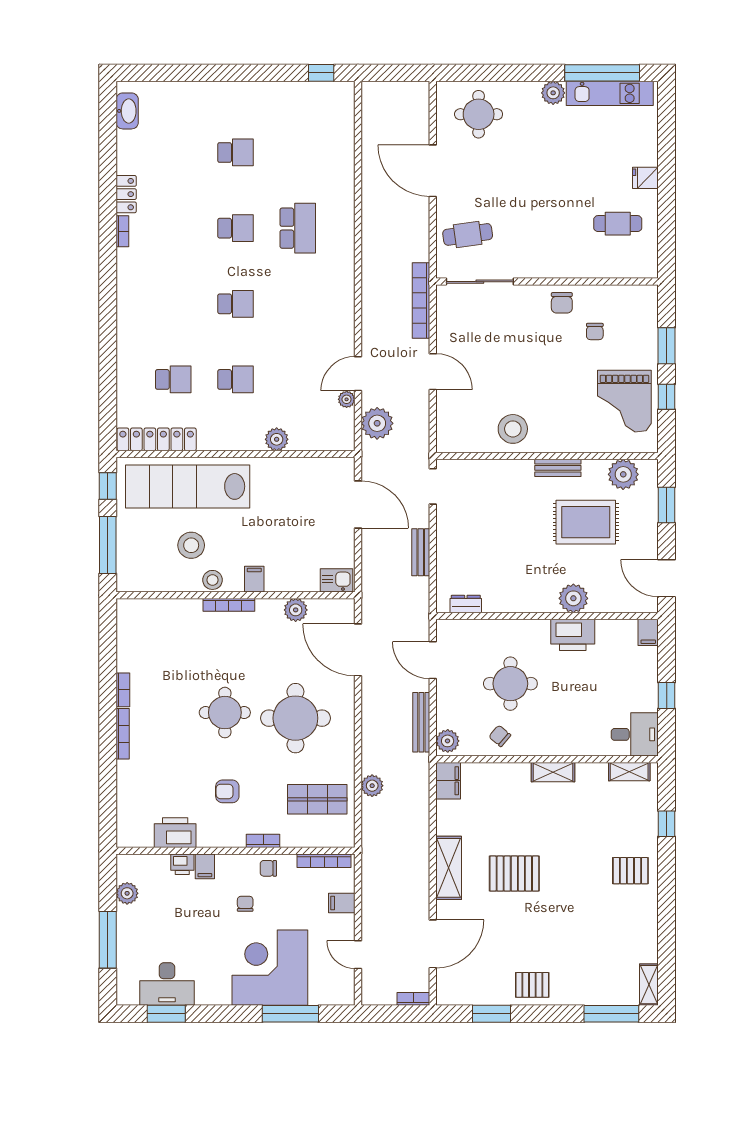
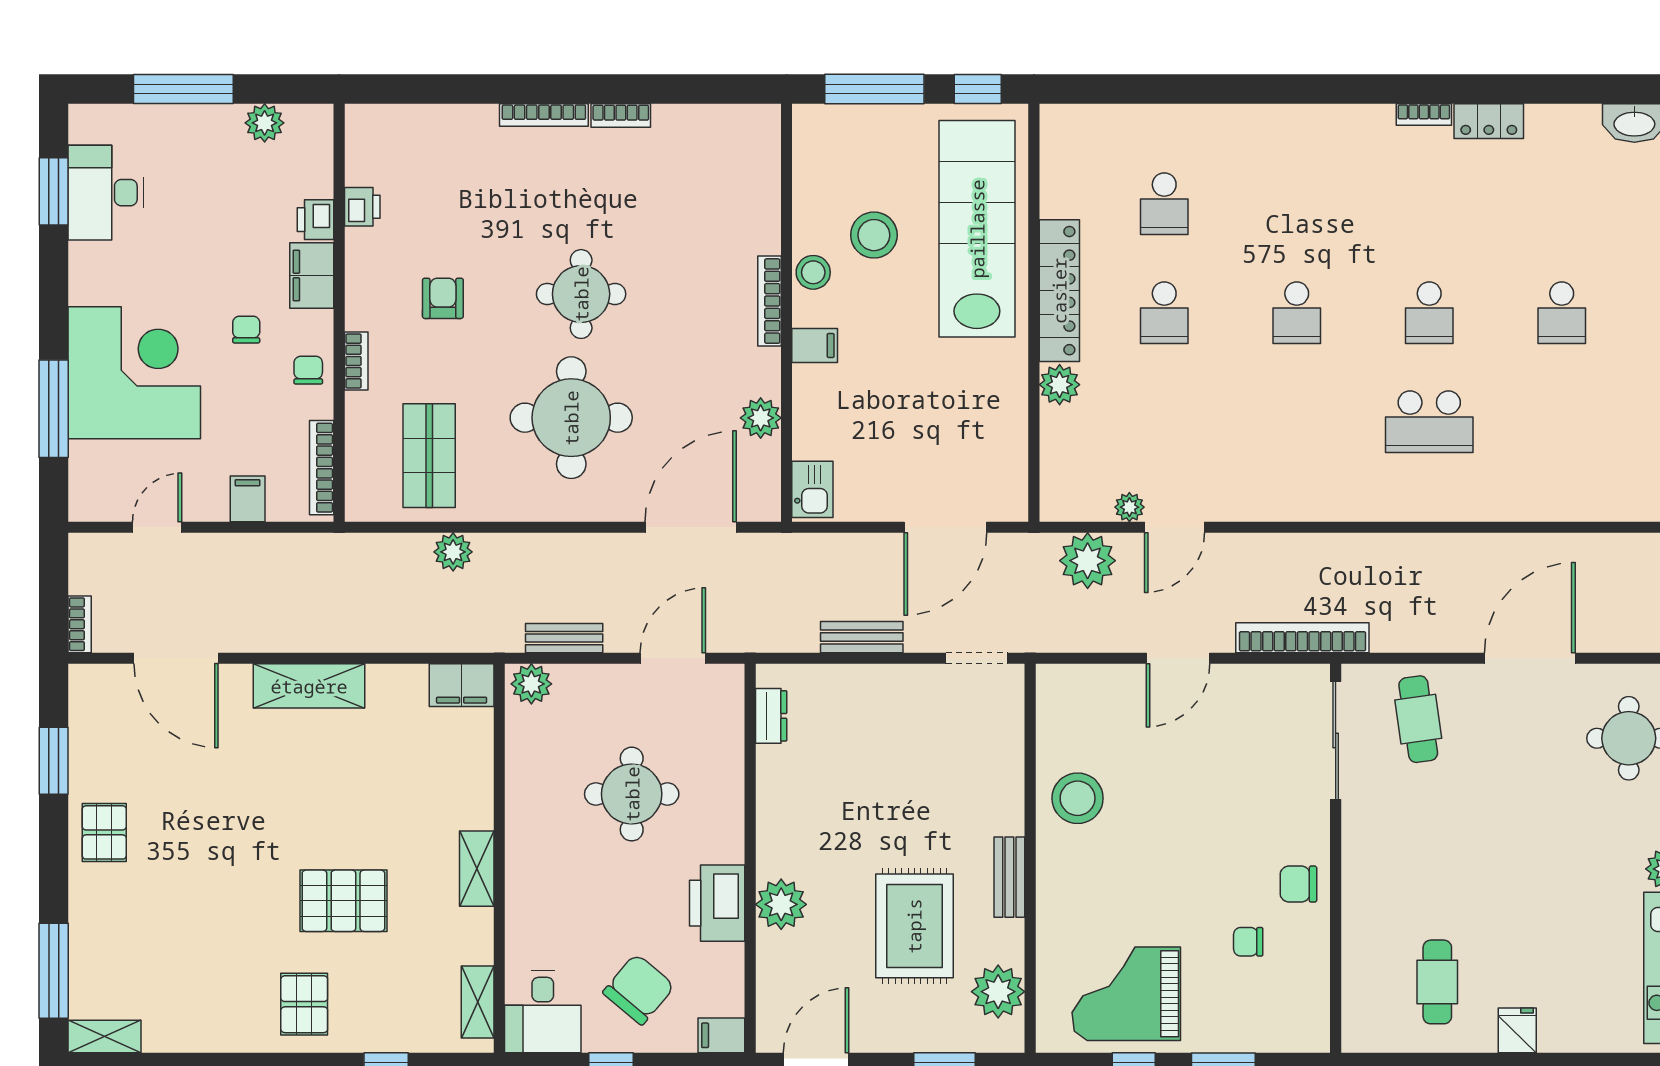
door: (358, 374) -> (1174, 527), swing flipped
locker: (157, 439) -> (1059, 291), moved
bench: (421, 722) -> (564, 638), width x0.73
chair: (500, 736) -> (639, 989), moved, width x1.87, depth x1.87
printer: (175, 833) -> (362, 207), width x0.53, depth x0.68
filing cabinet: (205, 866) -> (312, 275), width x2.00
pallet: (514, 874) -> (343, 901), moved, turned 90
chair: (245, 904) -> (246, 330), turned -90

